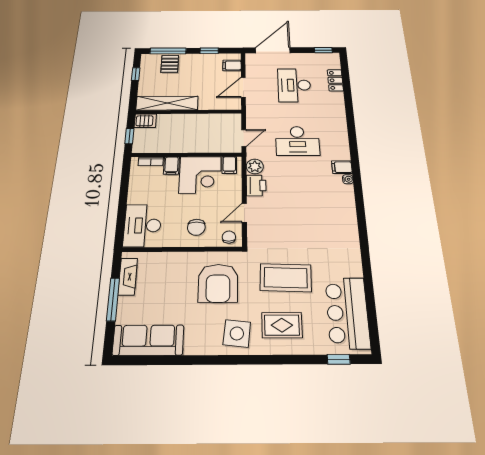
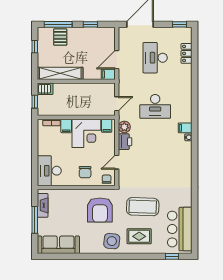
filing cabinet: (232, 65) -> (108, 74), moved

